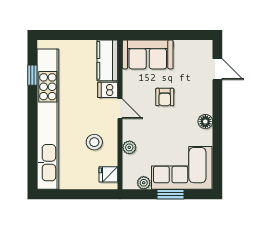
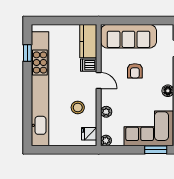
sofa: (148, 54) -> (128, 36), width x1.36
plant: (144, 183) -> (106, 141), moved
window: (170, 194) -> (156, 150), moved

